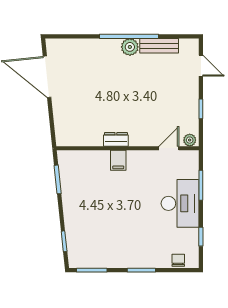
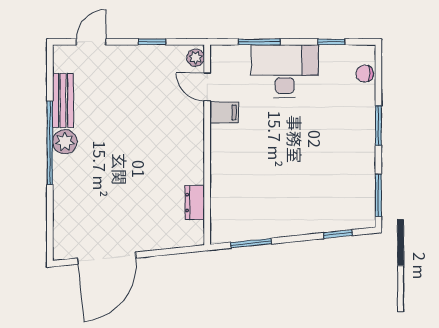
dresser: (116, 139) -> (195, 203), moved
filing cabinet: (118, 160) -> (224, 112), moved

